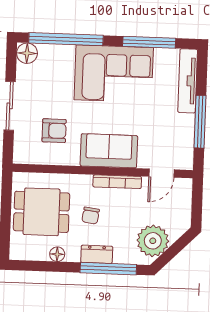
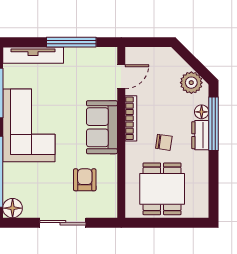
door: (161, 173) -> (121, 77), hinge flipped
plant: (153, 241) -> (191, 83), width x0.73, depth x0.73
floor lamp: (57, 254) -> (202, 112), moved

